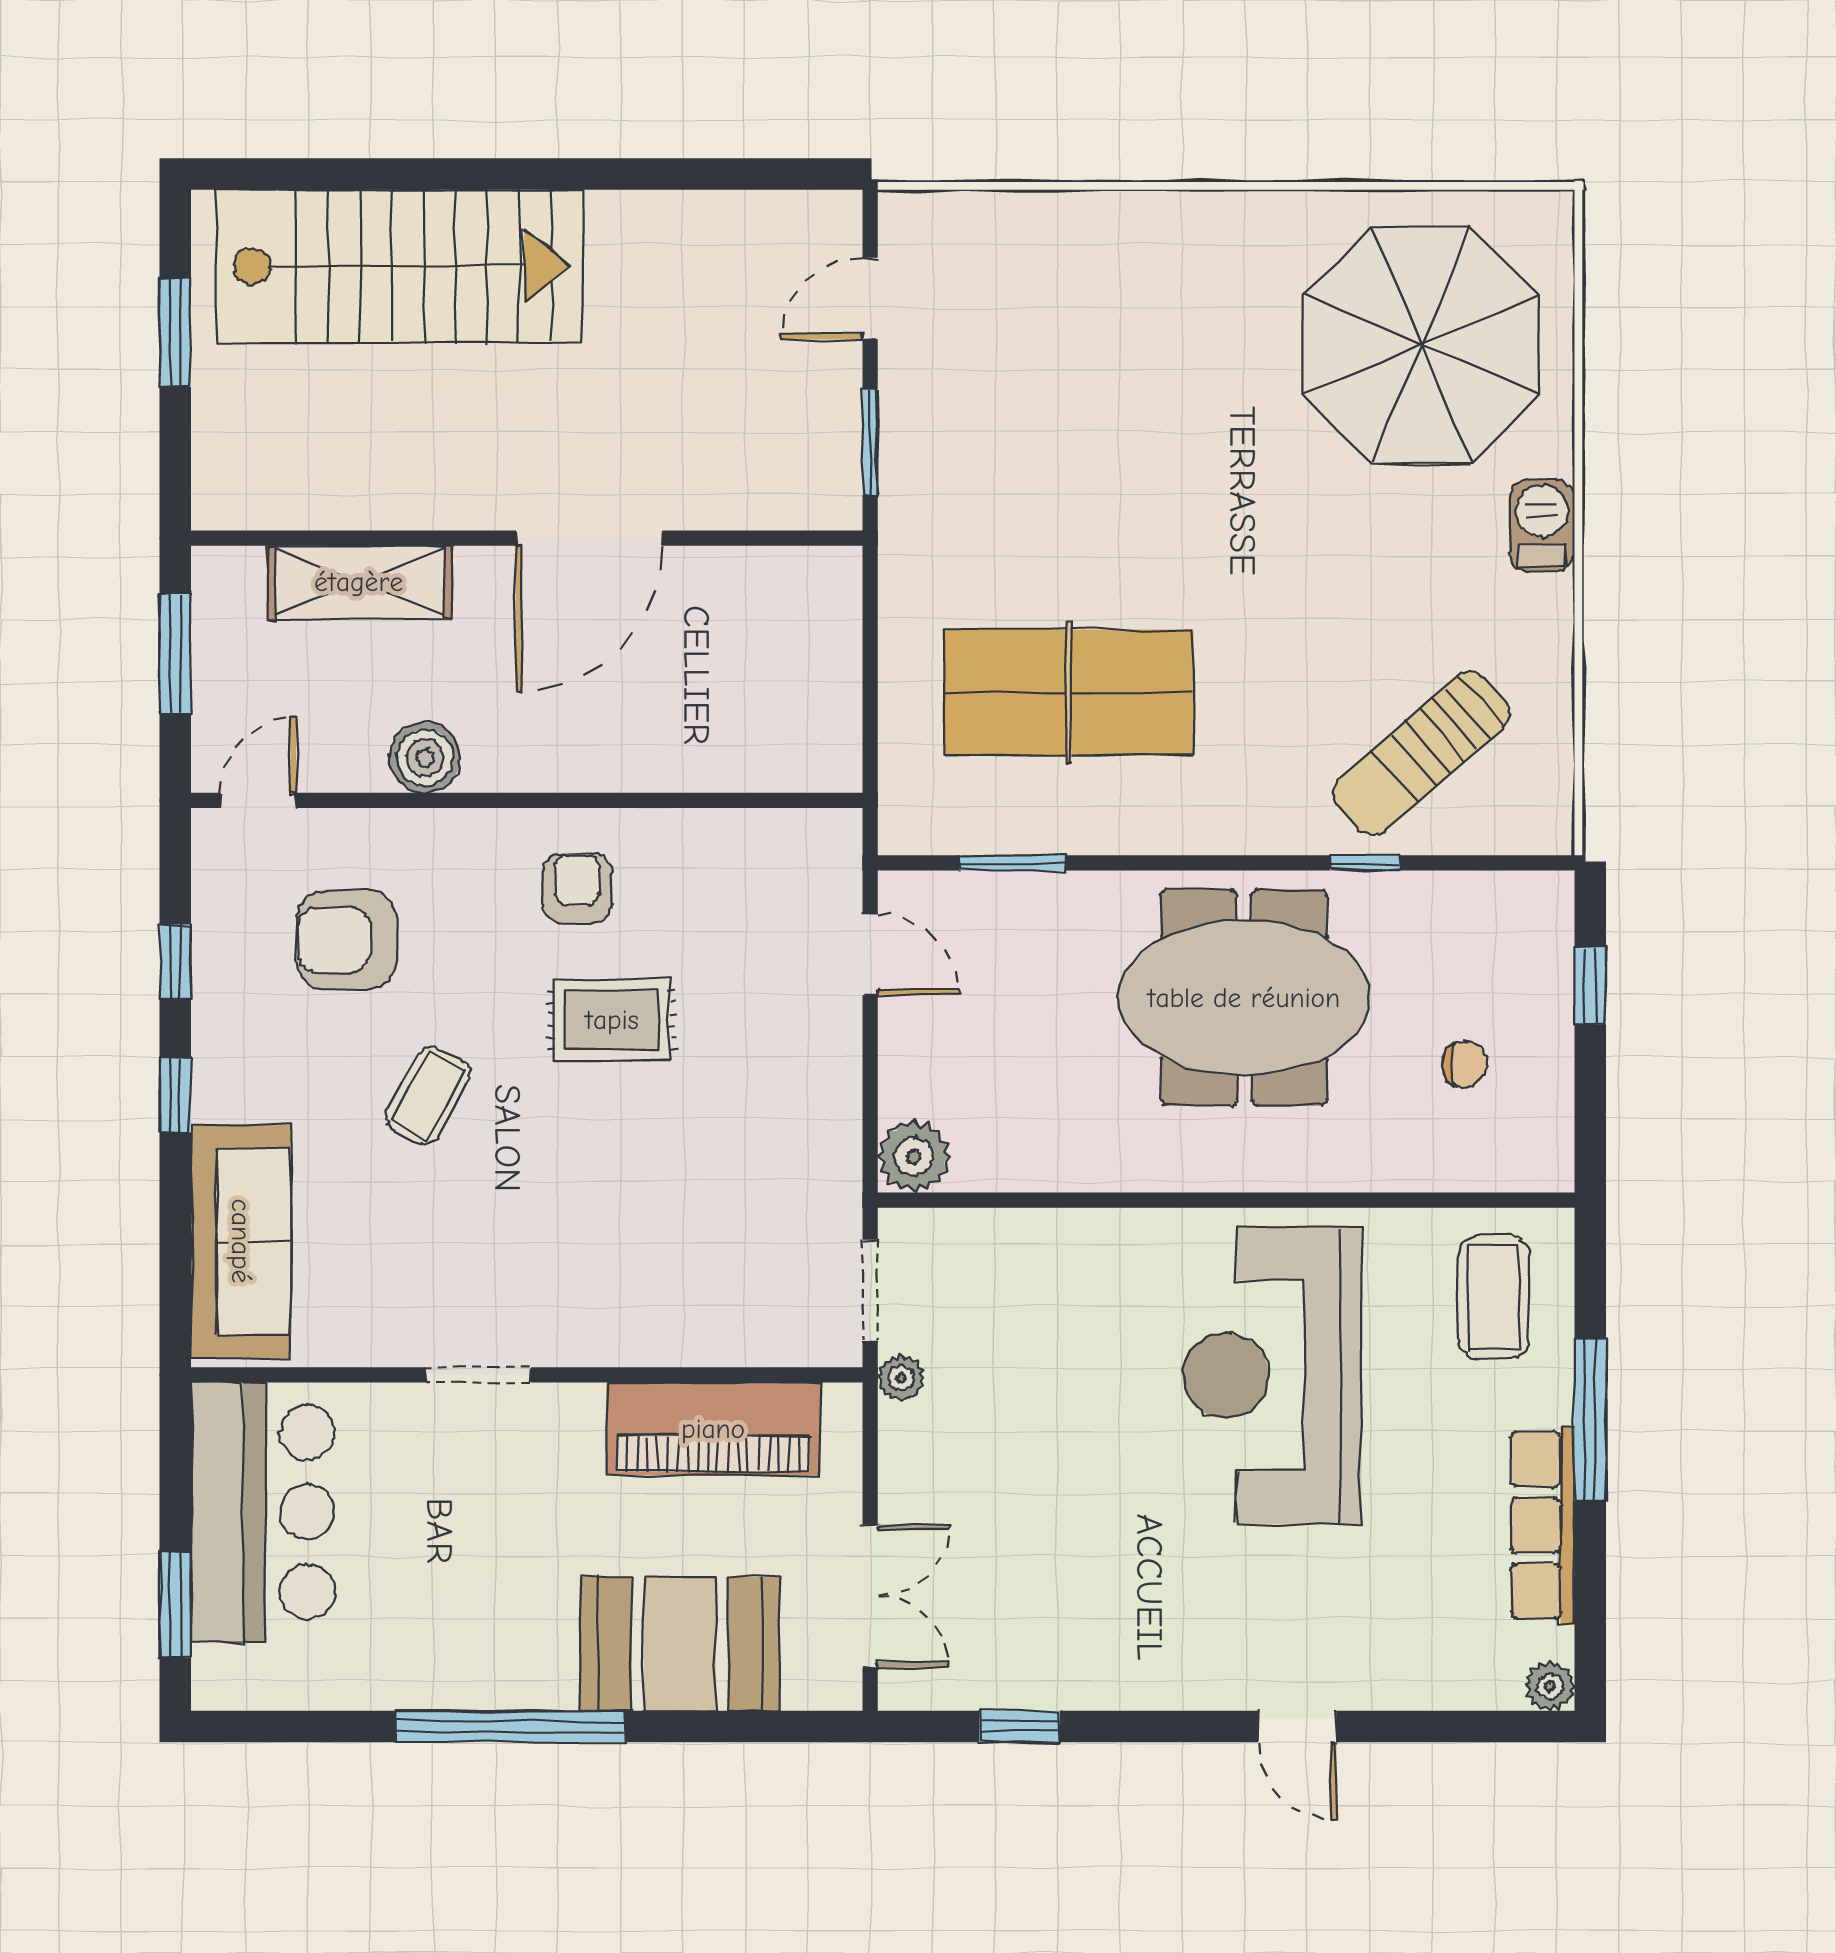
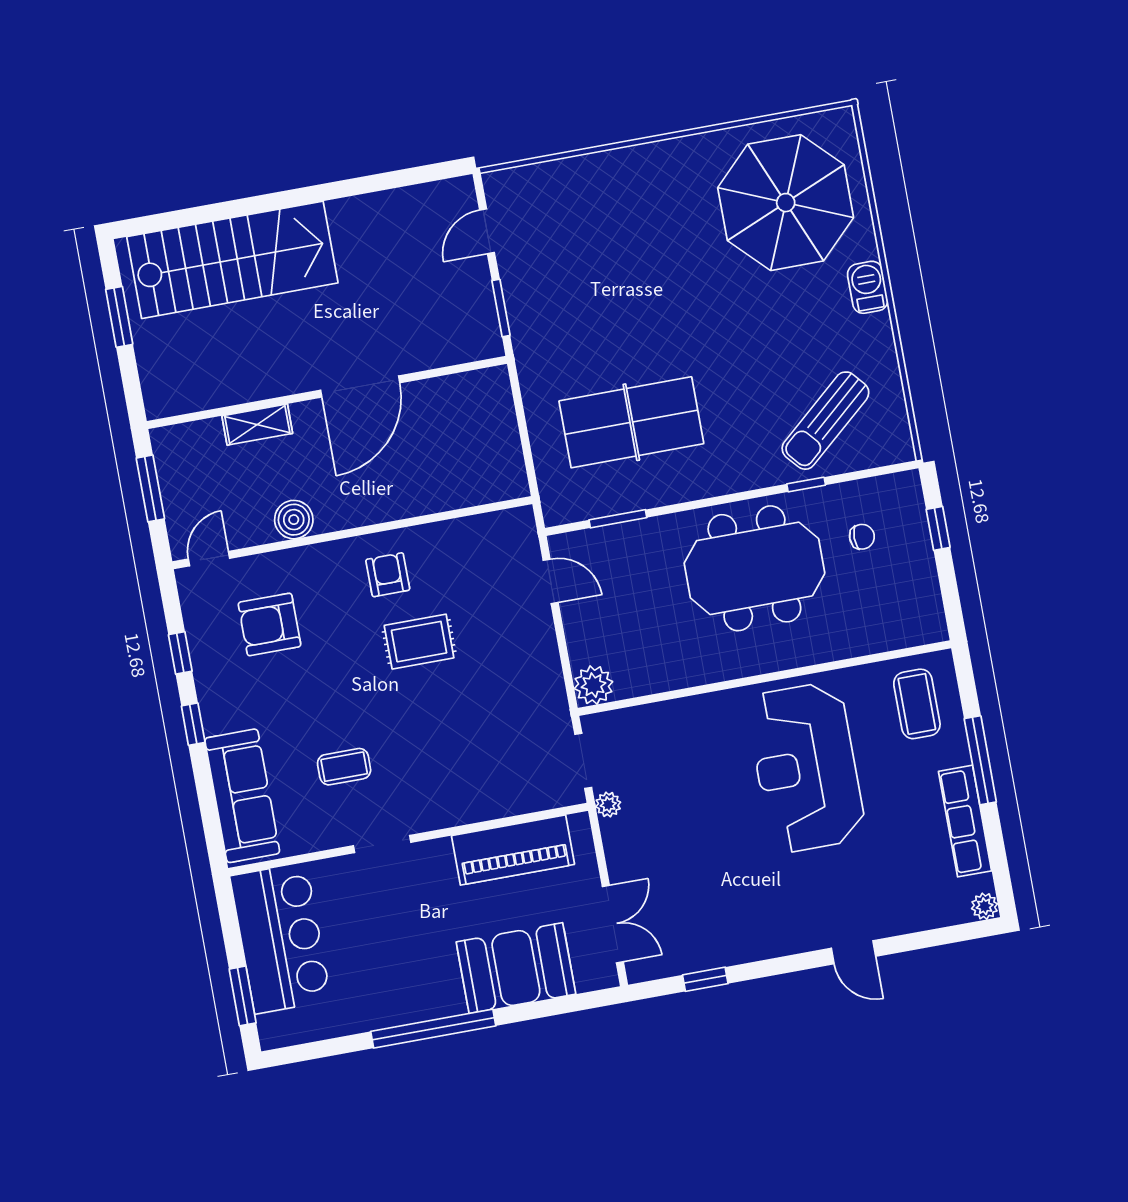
shelving: (359, 582) -> (257, 425), width x0.67, depth x0.75
chair: (1465, 1064) -> (862, 537), moved
coffee table: (428, 1095) -> (344, 767), moved, turned 61

